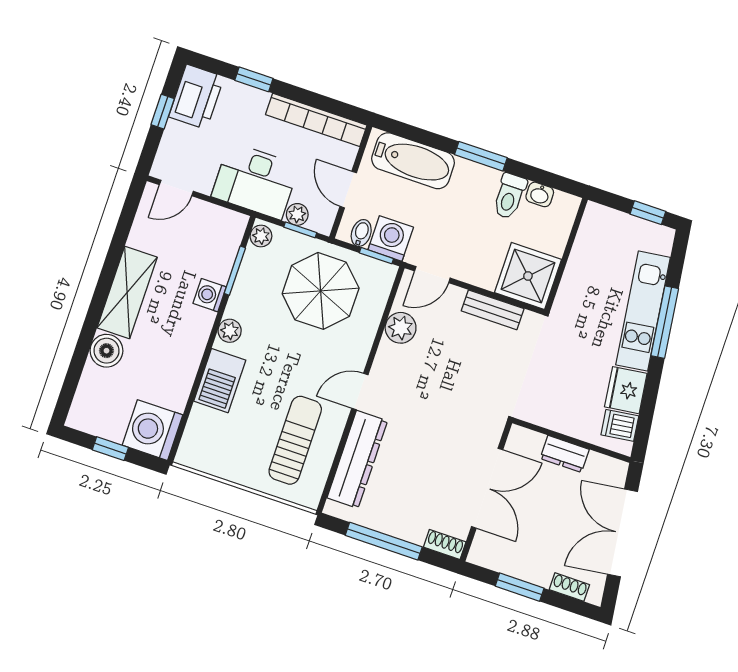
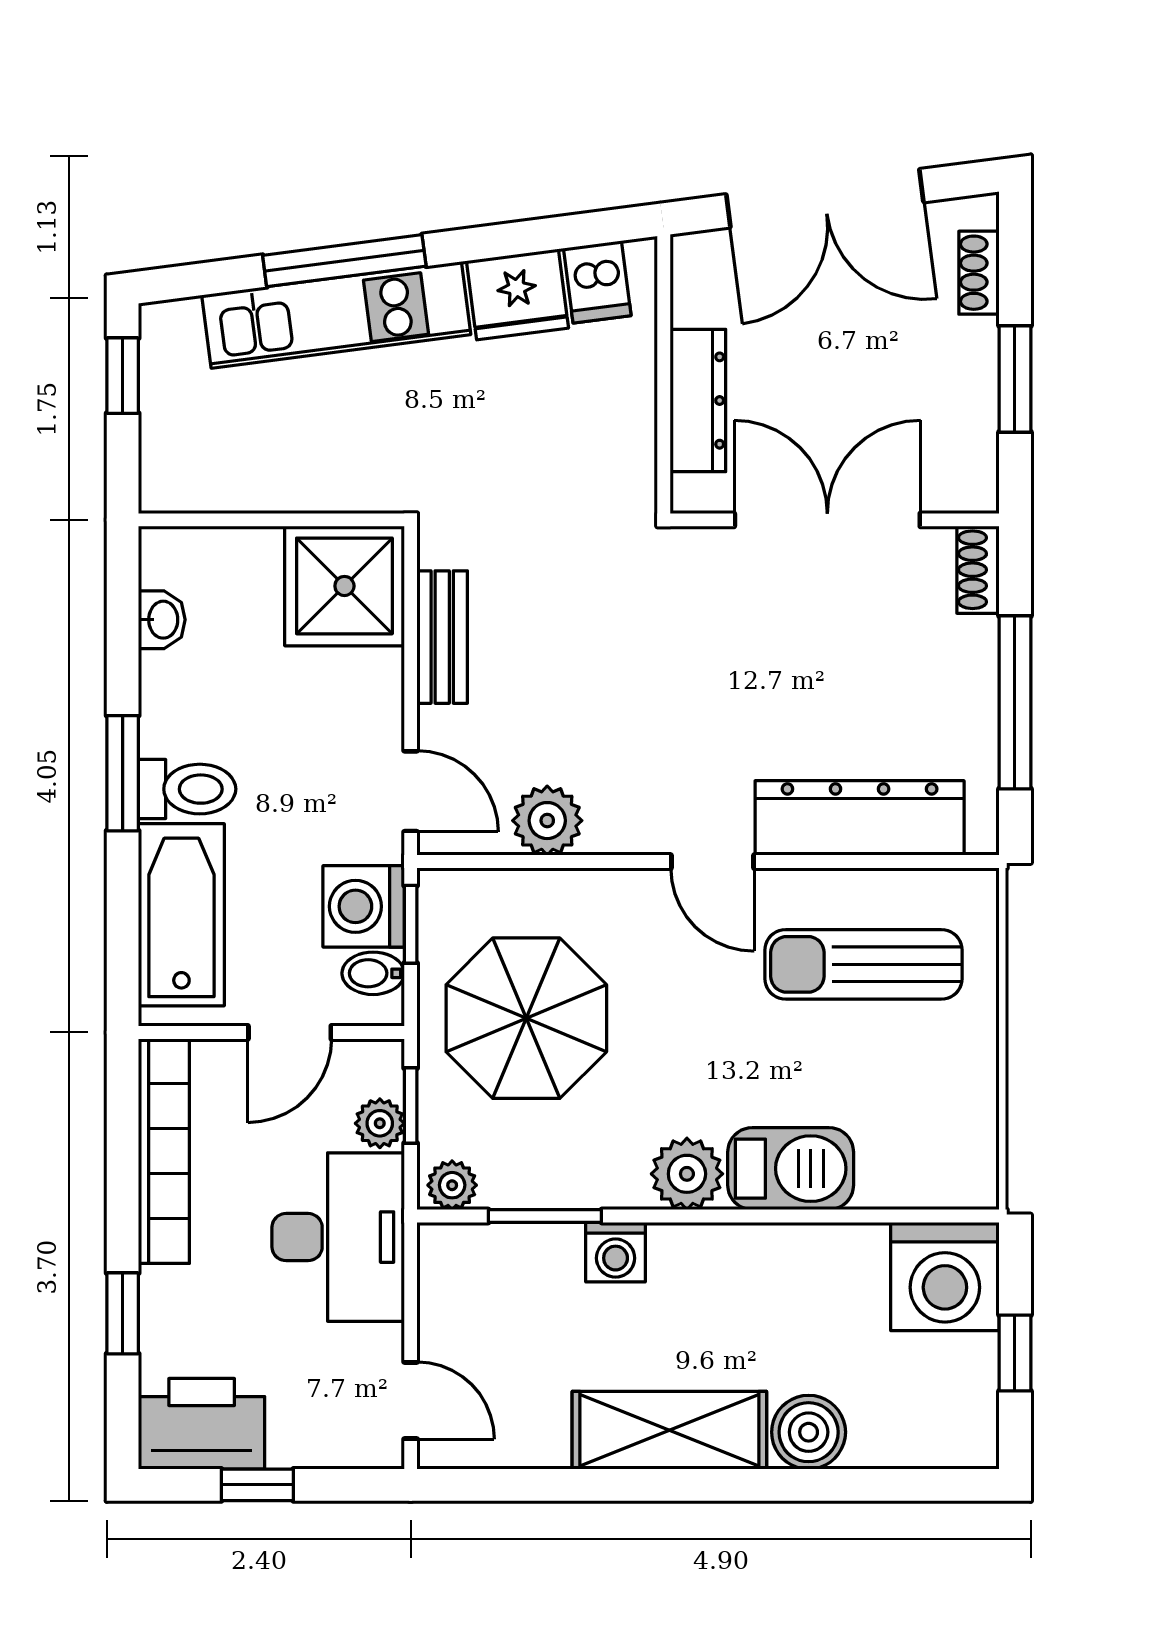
toilet: (509, 196) -> (187, 789), moved
plant: (230, 331) -> (687, 1174), width x1.38, depth x1.38
dresser: (565, 454) -> (698, 401), width x1.44

